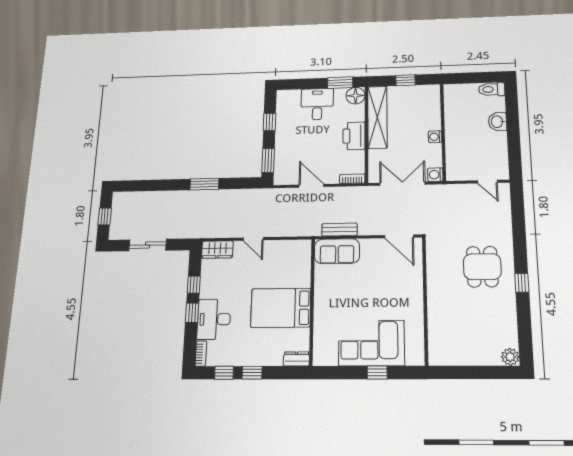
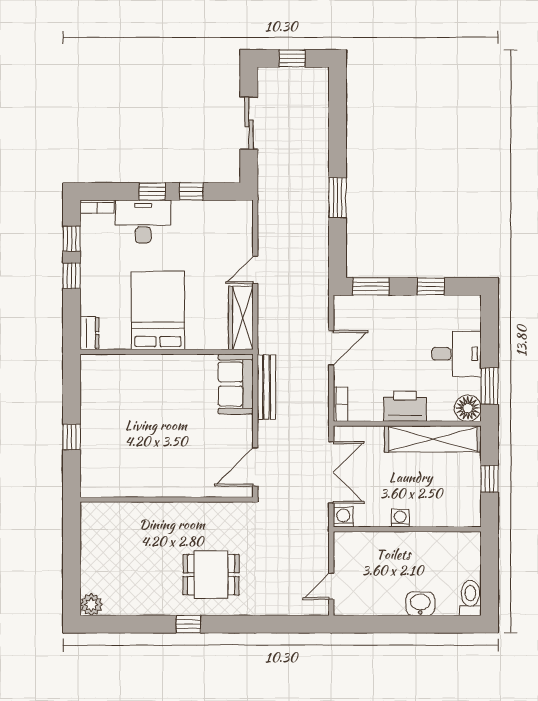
bench: (339, 230) -> (266, 387), width x1.36
wardrobe: (217, 249) -> (241, 318), moved, width x1.50
corner sofa: (371, 343) -> (110, 430), removed

